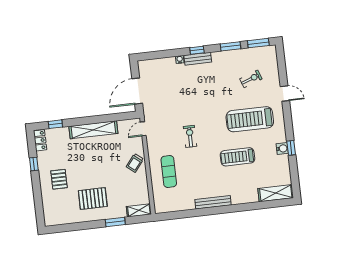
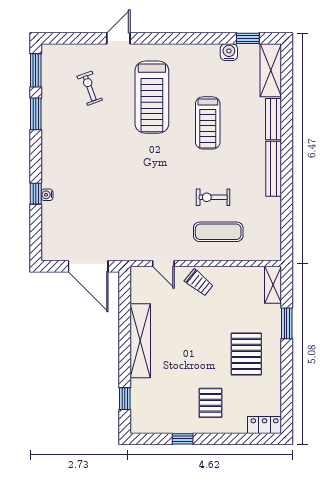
window: (197, 50) -> (36, 194), moved
bench: (198, 59) -> (273, 119), moved
door: (143, 129) -> (163, 264), moved
exercise bike: (190, 136) -> (213, 197), moved
locker: (40, 140) -> (264, 425), moved
water cooler: (282, 148) -> (229, 52), moved
window: (291, 148) -> (248, 38), moved
pallet: (59, 179) -> (211, 403), turned 90

